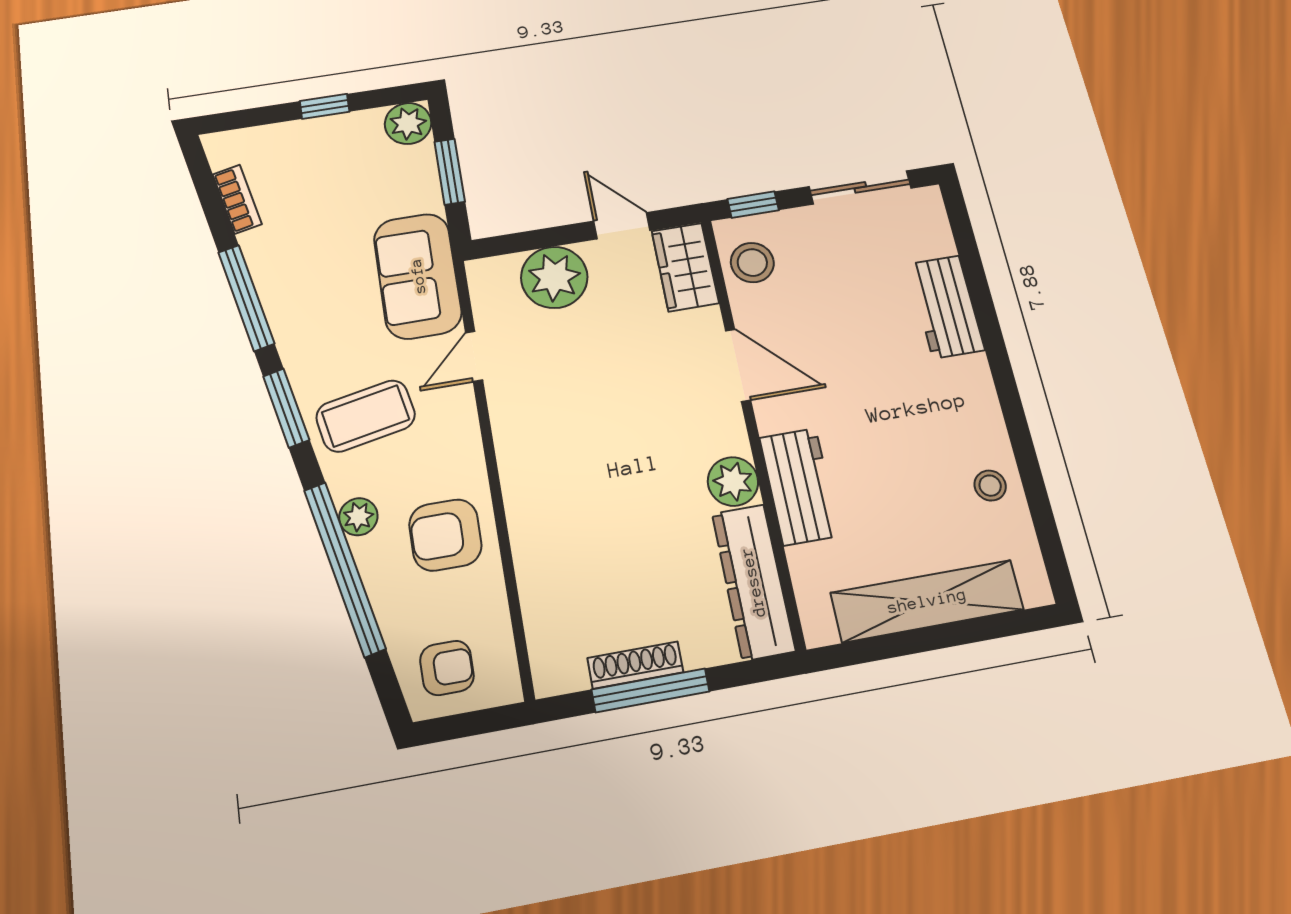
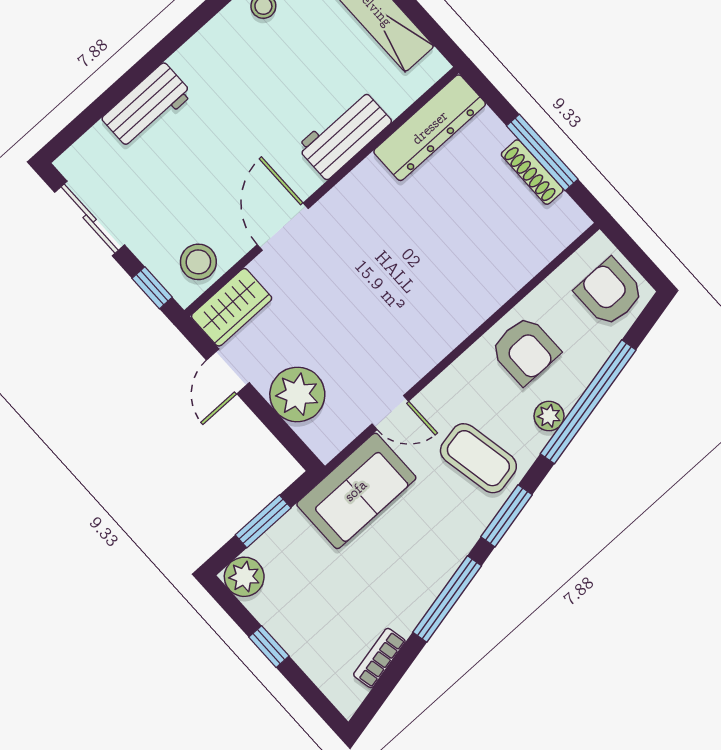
plant: (733, 481) -> (369, 181), removed
armchair: (447, 668) -> (609, 292), width x1.38, depth x1.38

